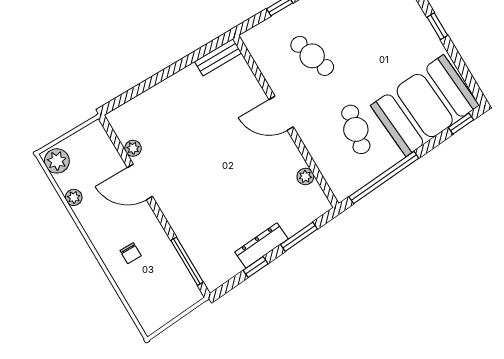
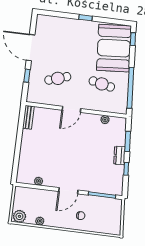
door: (140, 182) -> (68, 191), moved
dresser: (261, 245) -> (119, 155), width x0.70

